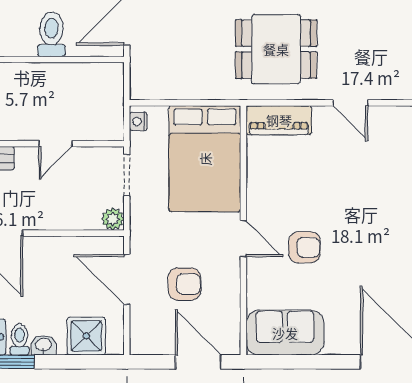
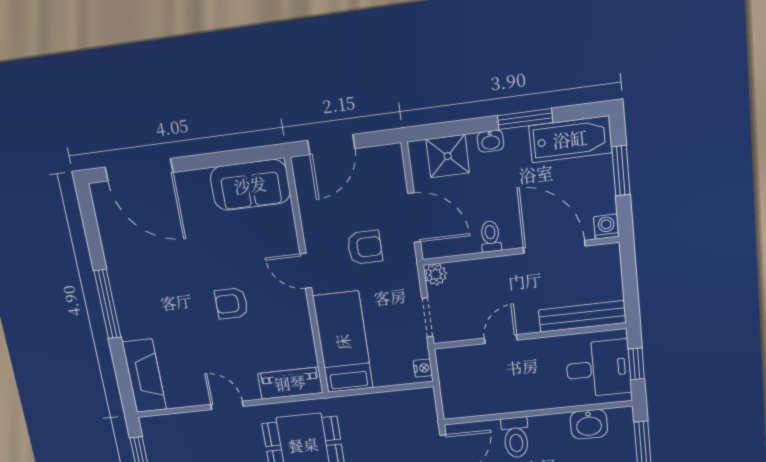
bed: (205, 159) -> (343, 342), width x0.67
armchair: (305, 247) -> (231, 303), moved
armchair: (184, 284) -> (365, 247), moved, turned 180
toilet: (19, 339) -> (491, 236), moved, turned 180
door: (198, 362) -> (331, 145), hinge flipped

